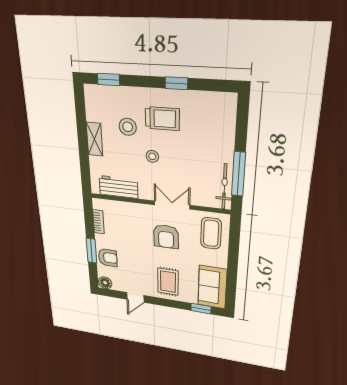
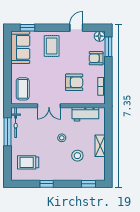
trolley: (162, 119) -> (28, 162), moved
armchair: (166, 237) -> (74, 82), moved, turned 91
window: (92, 251) -> (108, 47), moved

